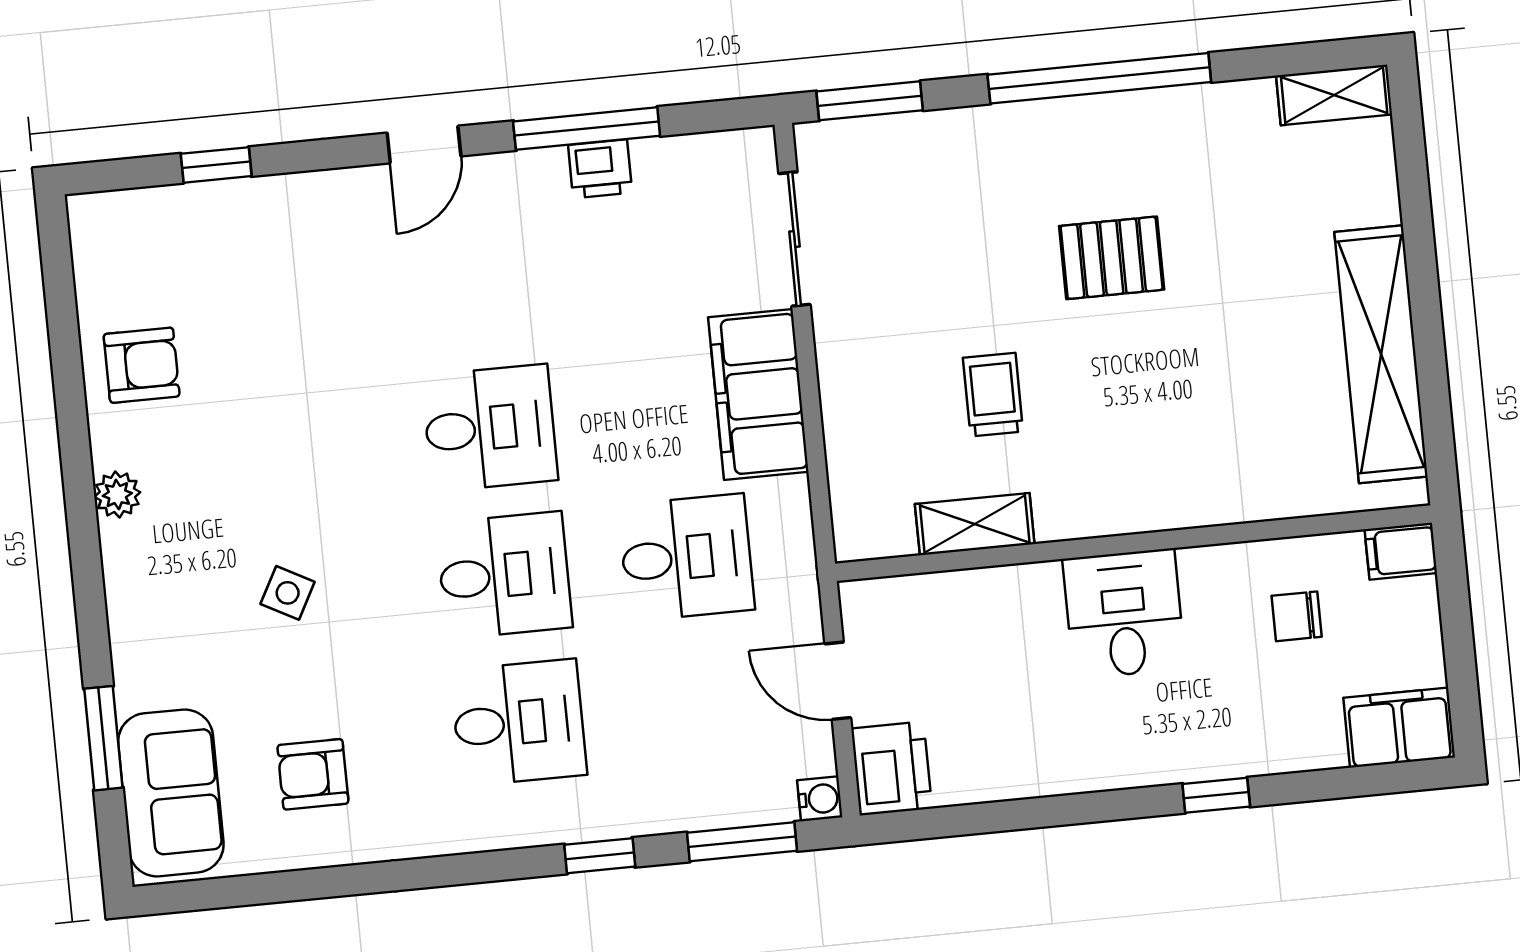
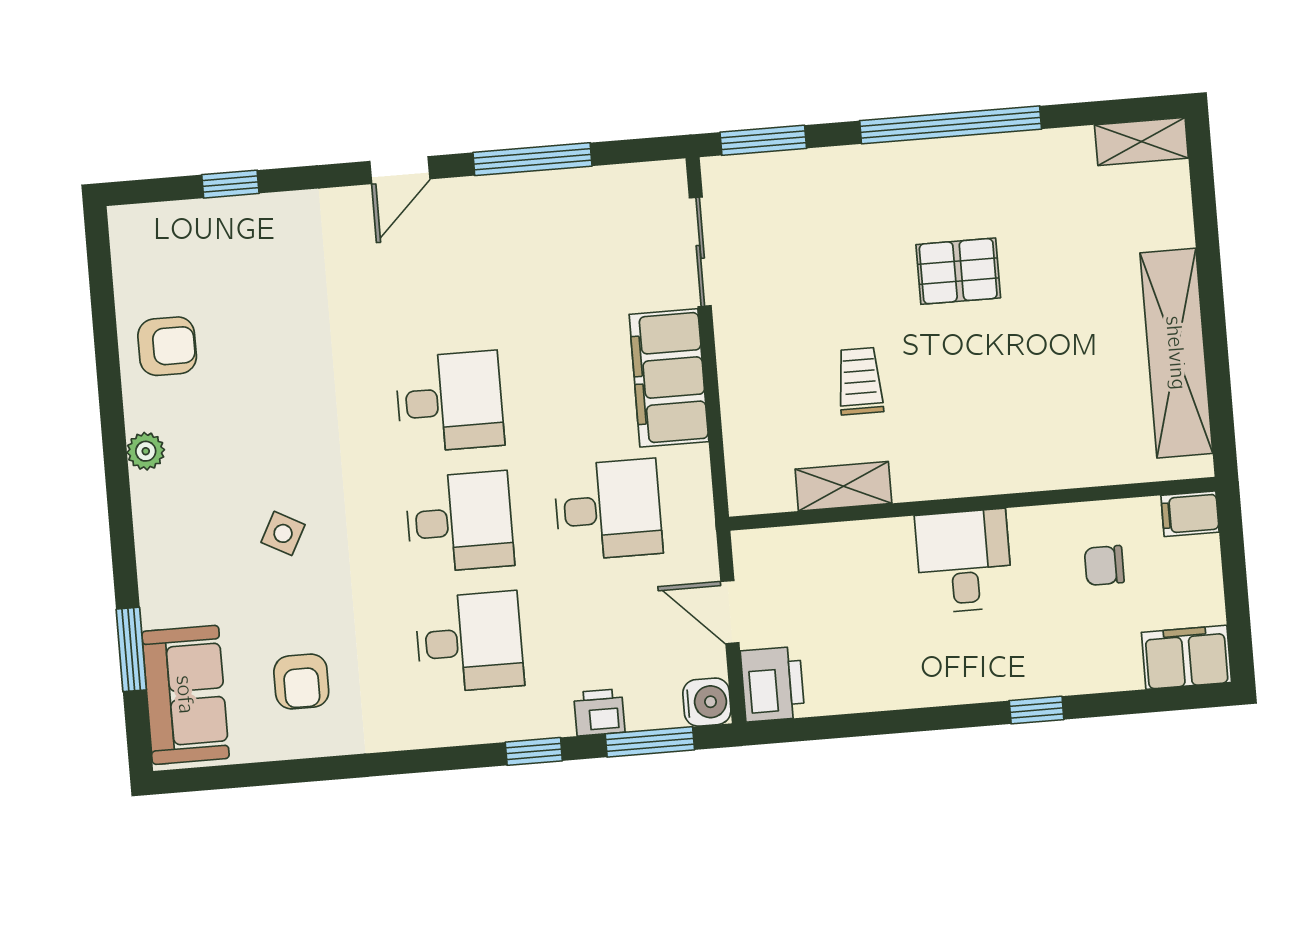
printer: (600, 169) -> (599, 712), moved, turned 180
armchair: (313, 774) -> (301, 682), turned -90
water cooler: (820, 799) -> (707, 702), width x1.38, depth x1.38

